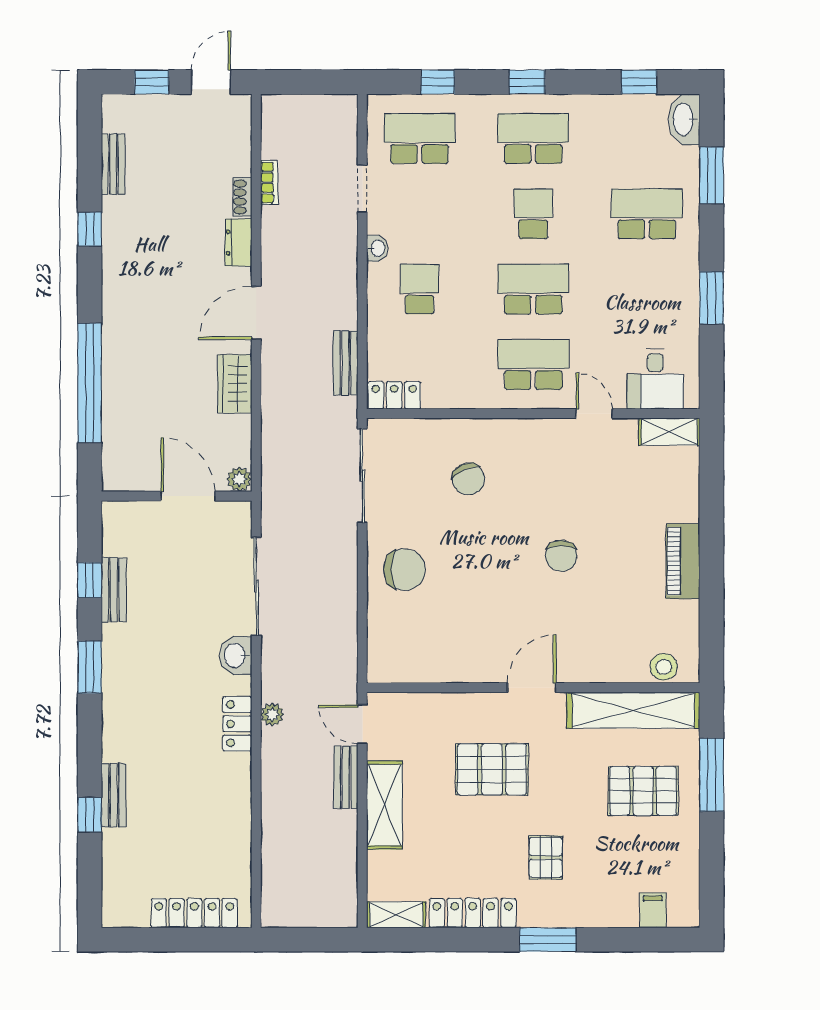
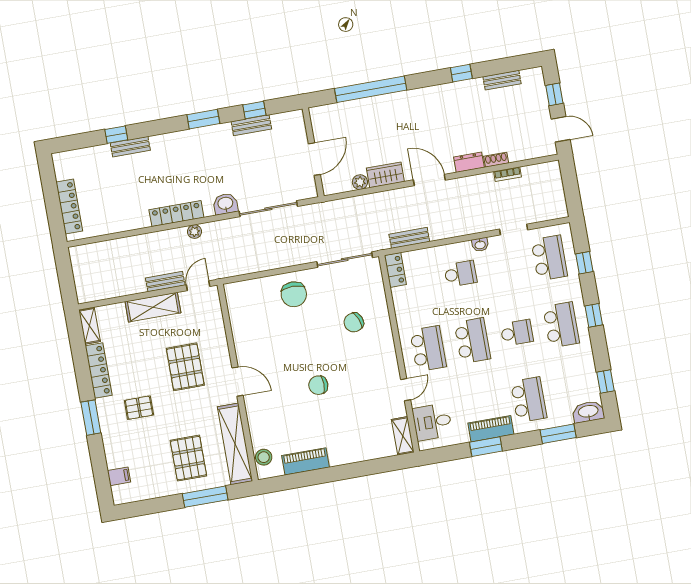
piano: (684, 285) -> (491, 429), added
plant: (239, 479) -> (360, 182), moved
piano: (683, 561) -> (305, 461), moved
locker: (237, 724) -> (176, 214), width x1.53

